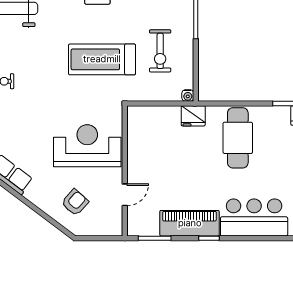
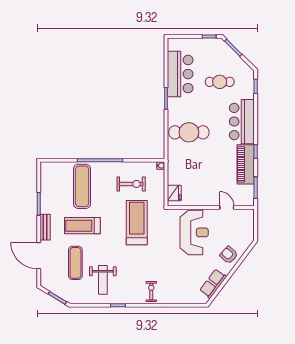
treadmill: (102, 59) -> (137, 223), turned 180
fridge: (193, 116) -> (174, 193), moved
reception desk: (87, 146) -> (194, 232), turned 180
armchair: (75, 202) -> (229, 255), moved

